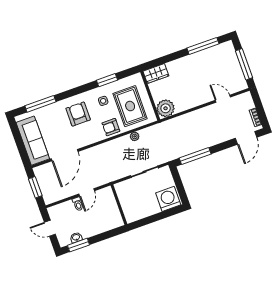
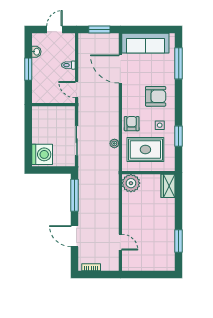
window: (203, 46) -> (179, 241), width x0.69
window: (244, 64) -> (147, 274), removed
door: (223, 99) -> (120, 242), hinge flipped
door: (246, 138) -> (74, 236), moved
door: (87, 192) -> (77, 90), moved
window: (78, 245) -> (28, 69), moved

